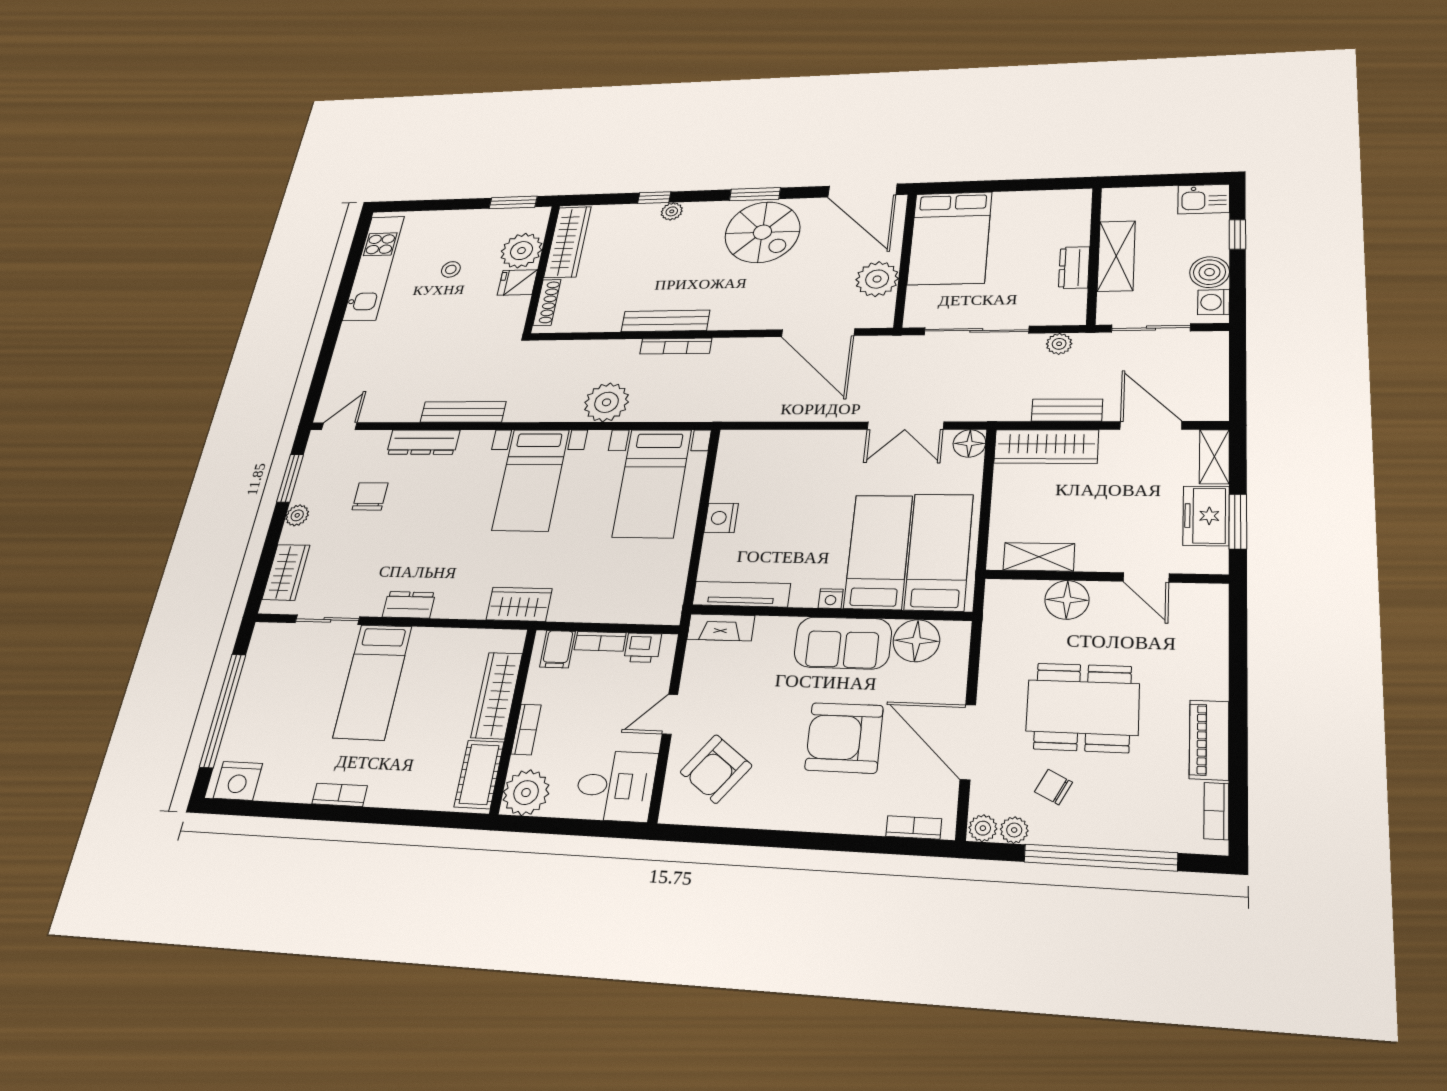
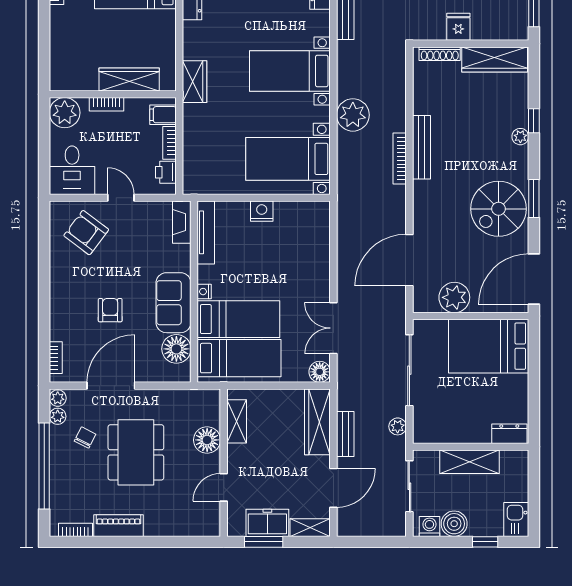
plant: (521, 251) -> (488, 24), removed
dresser: (1074, 268) -> (509, 434), moved
armchair: (844, 738) -> (110, 310), width x0.53, depth x0.53
cot: (479, 774) -> (75, 79), removed

